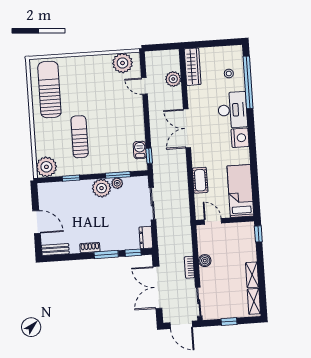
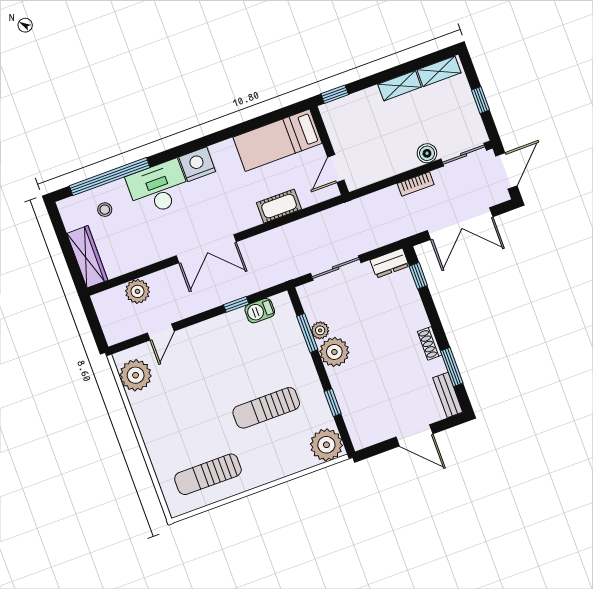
wardrobe: (193, 67) -> (87, 257), moved, turned 90
sun lounger: (49, 90) -> (208, 474), width x0.73, depth x0.75
window: (149, 156) -> (236, 304), moved
door: (37, 222) -> (414, 435), swing flipped
window: (106, 255) -> (452, 367), moved
boiler: (205, 261) -> (427, 153), moved

